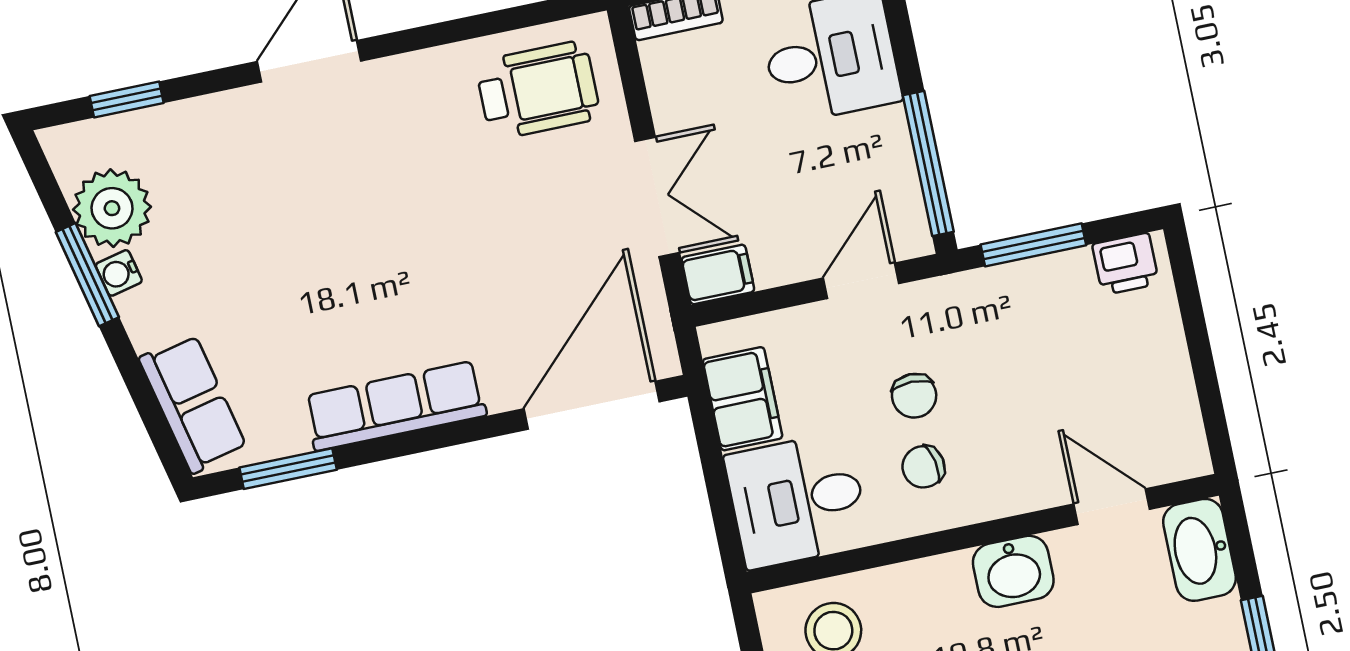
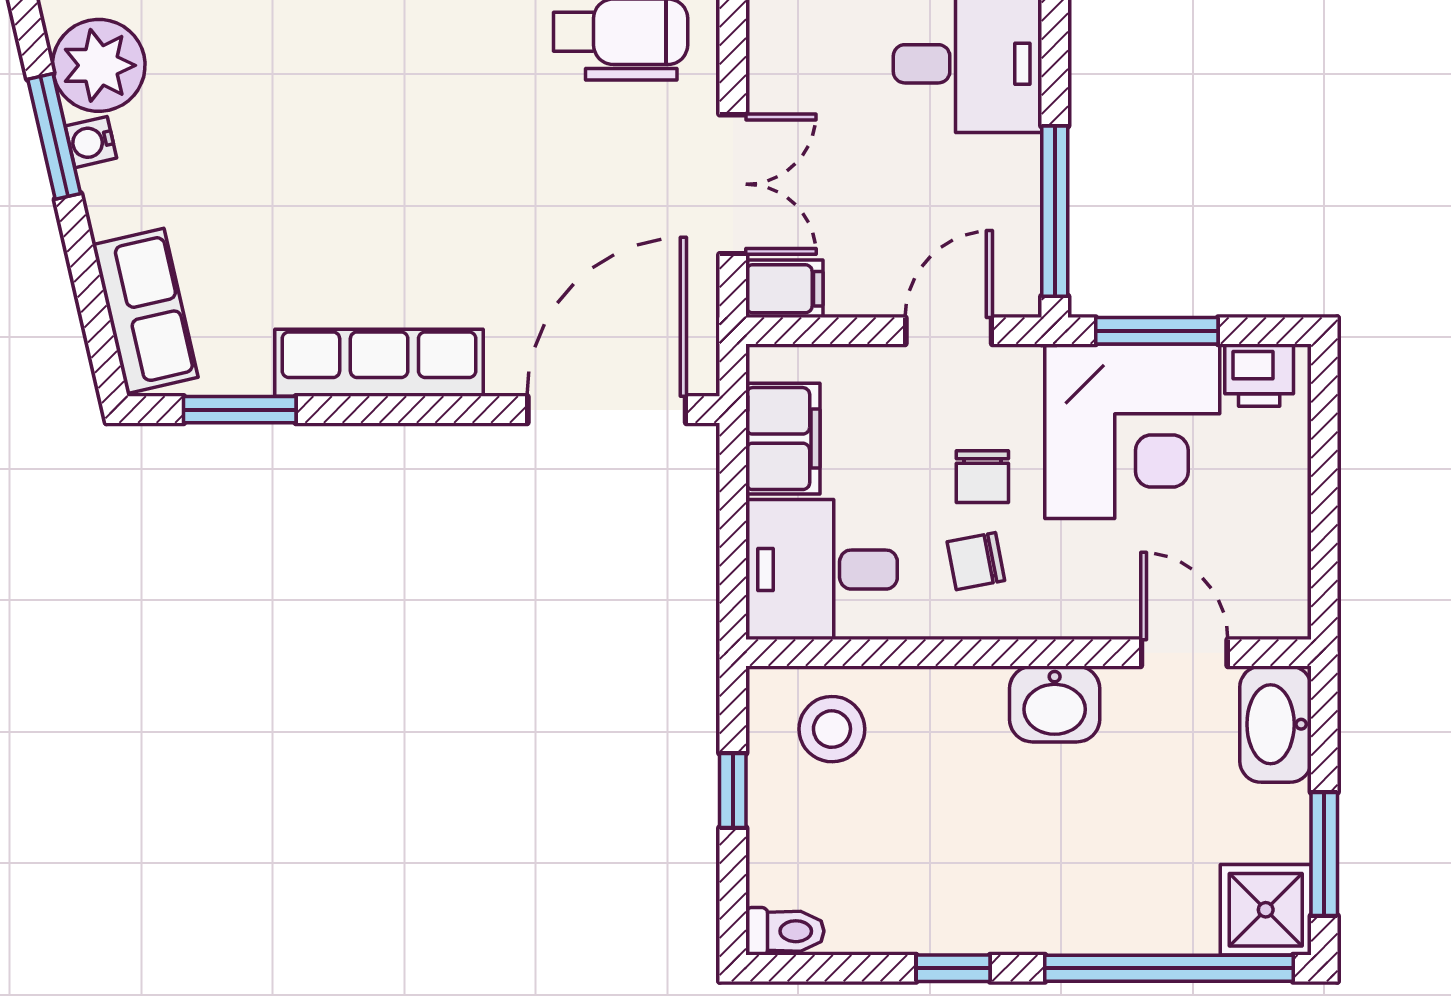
corner desk: (1030, 332) -> (1132, 431), added

